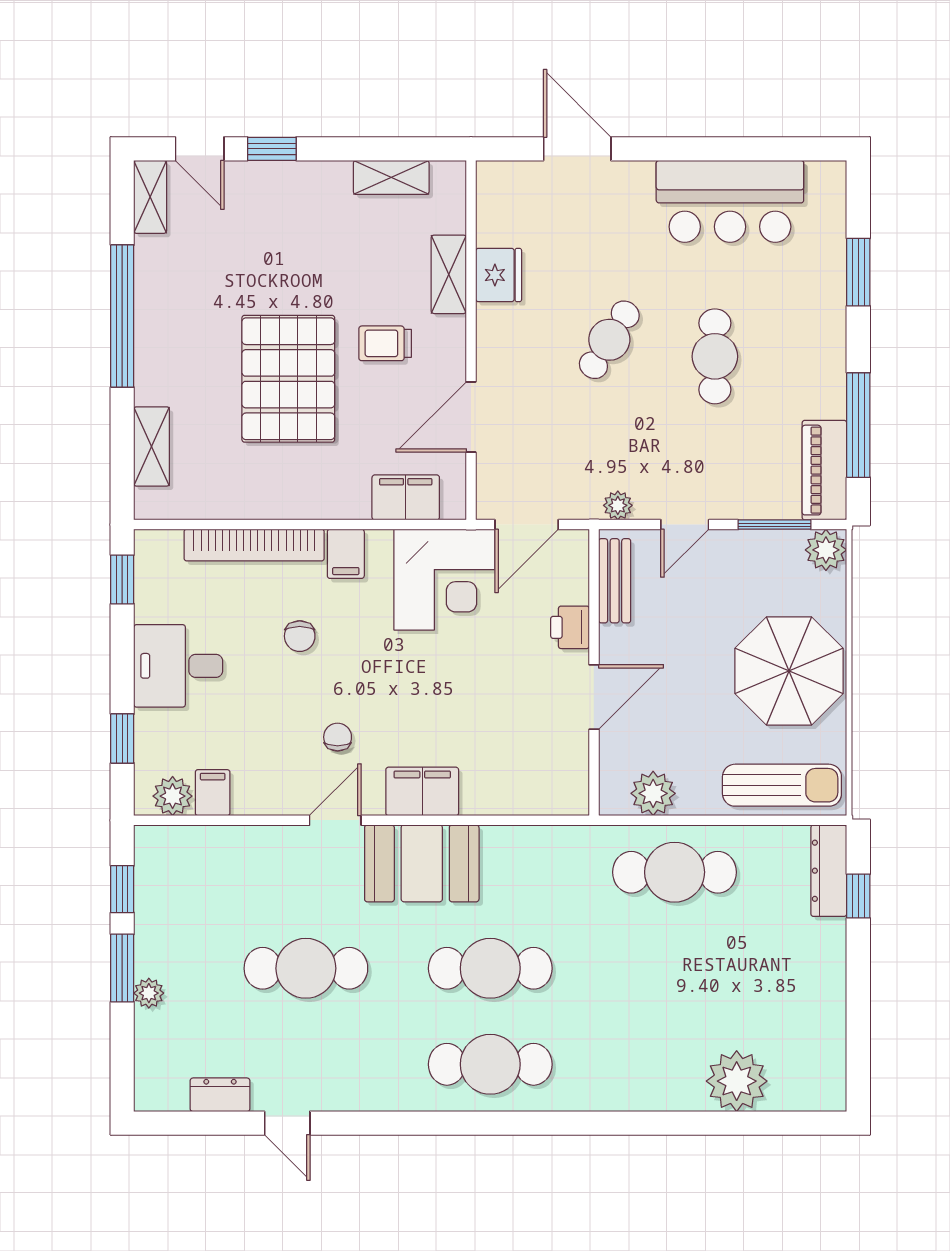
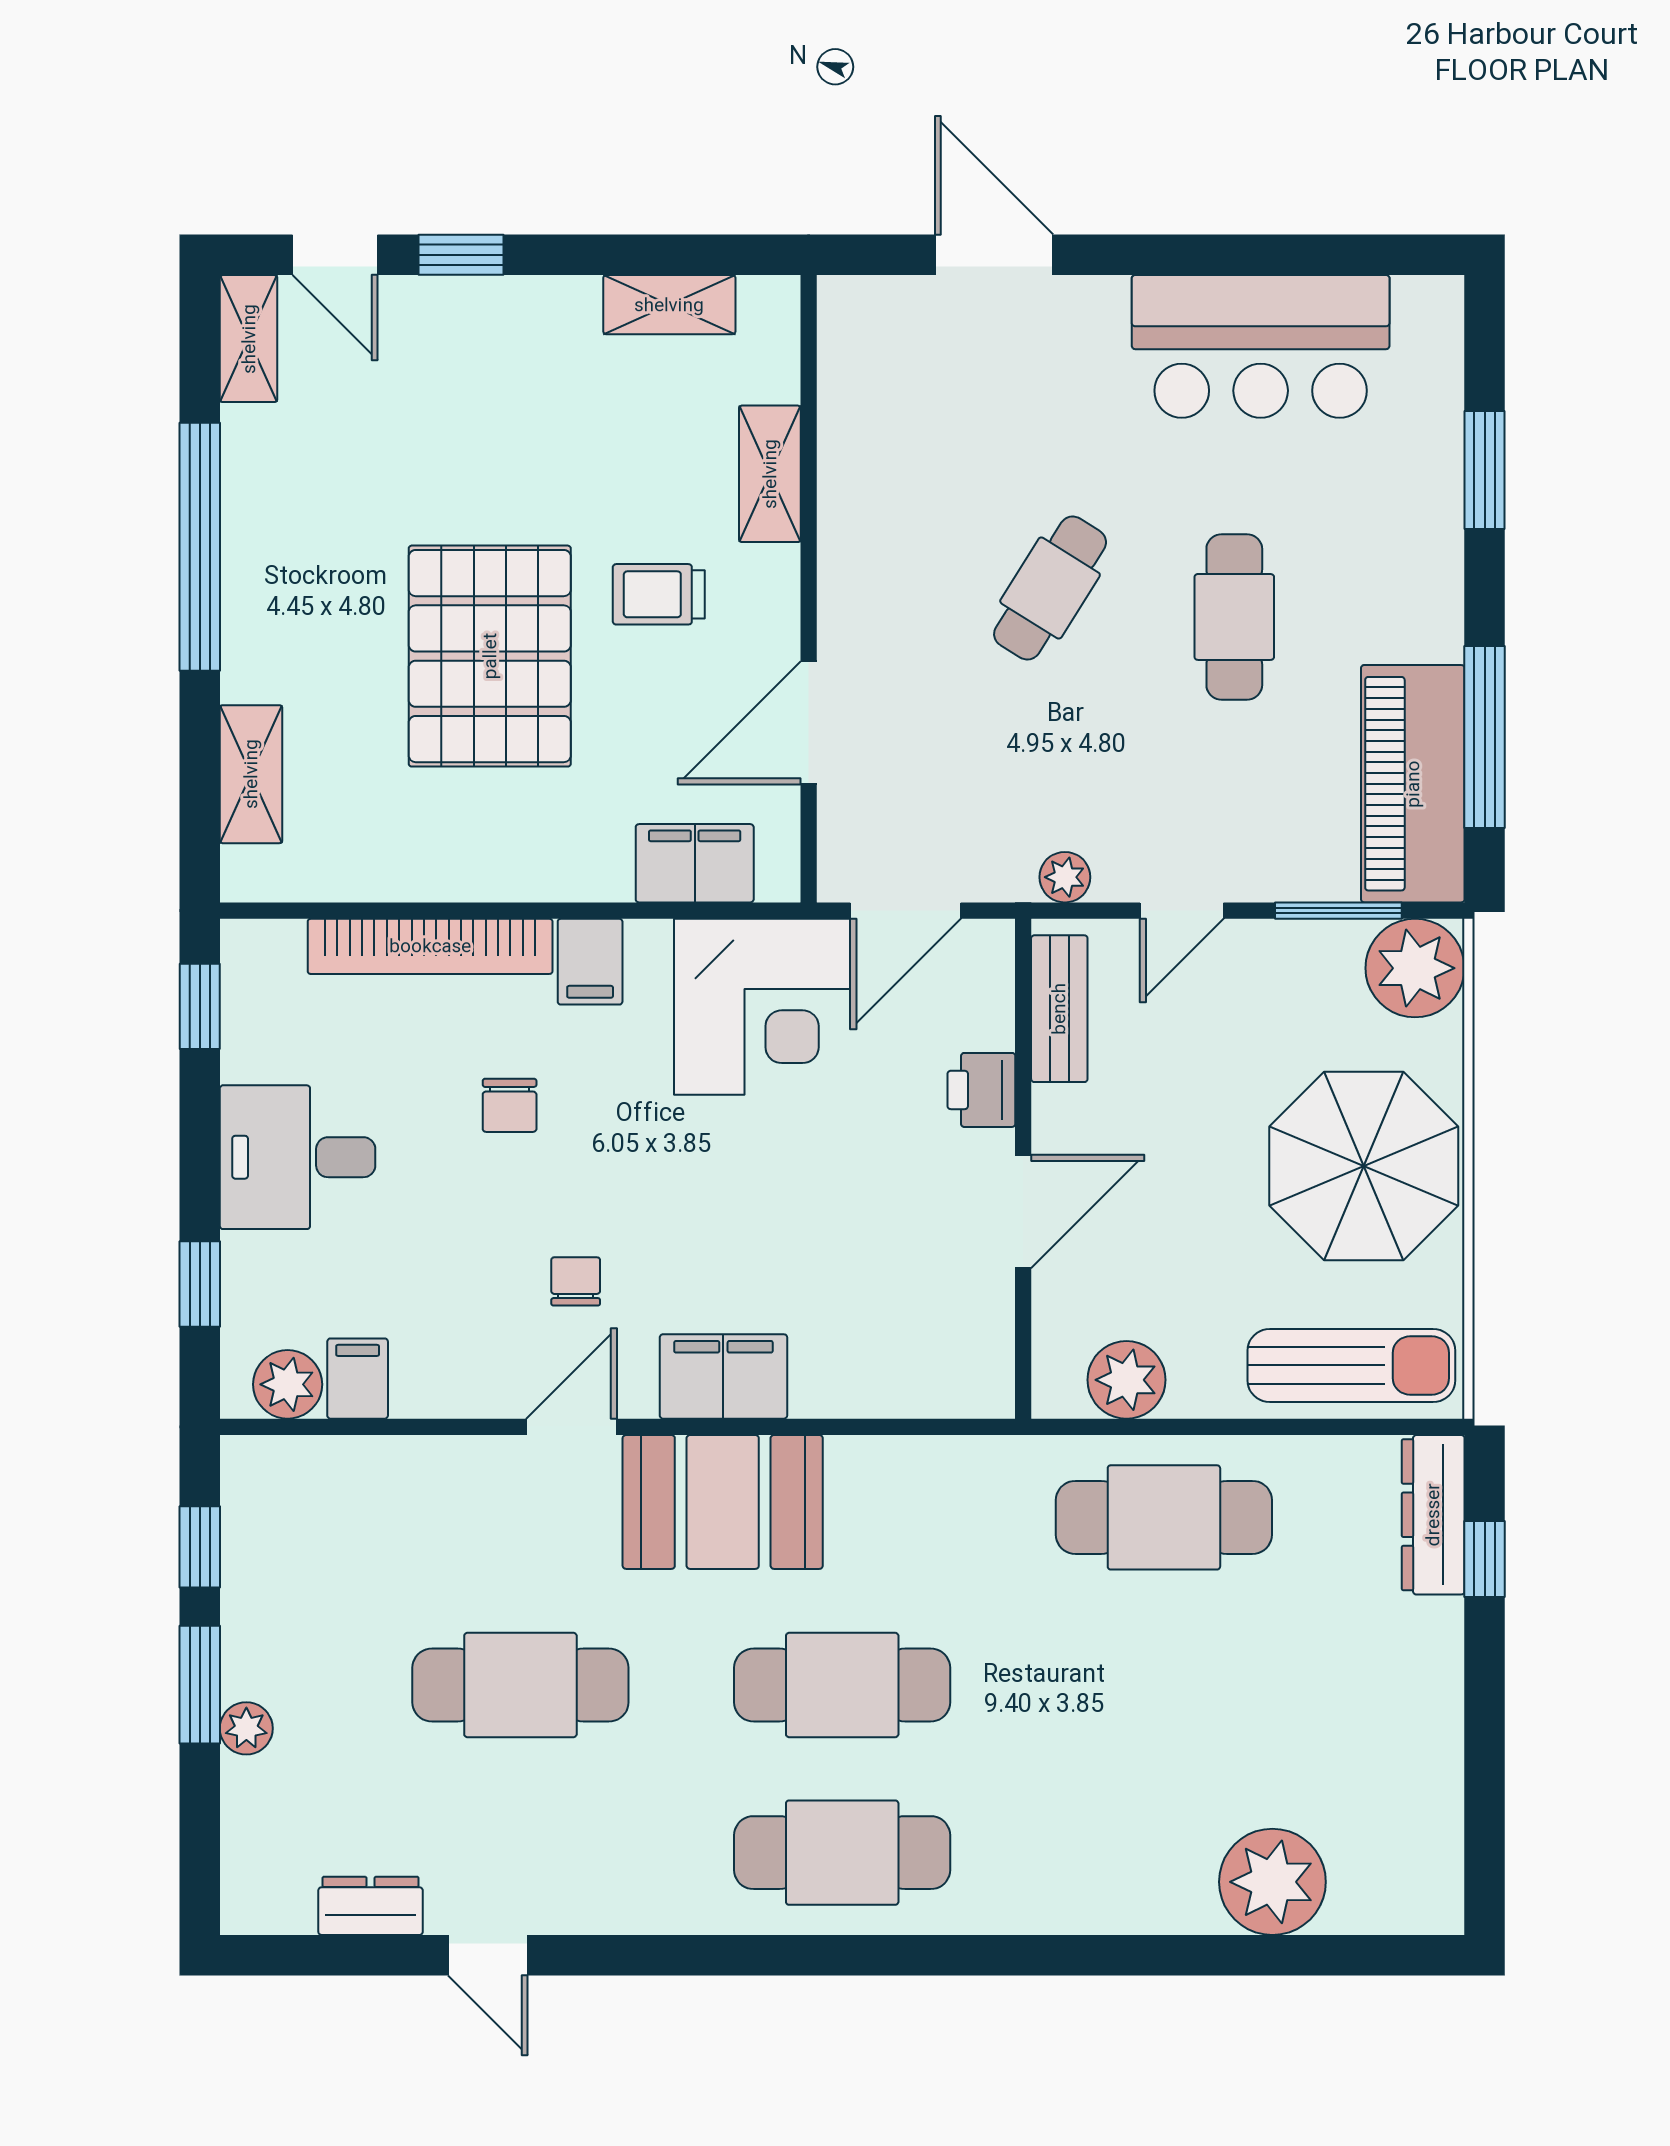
fridge: (499, 275) -> (857, 475), removed
piano: (824, 470) -> (1413, 784), width x1.37, depth x1.33
plant: (826, 550) -> (1415, 968), width x1.36, depth x1.36

